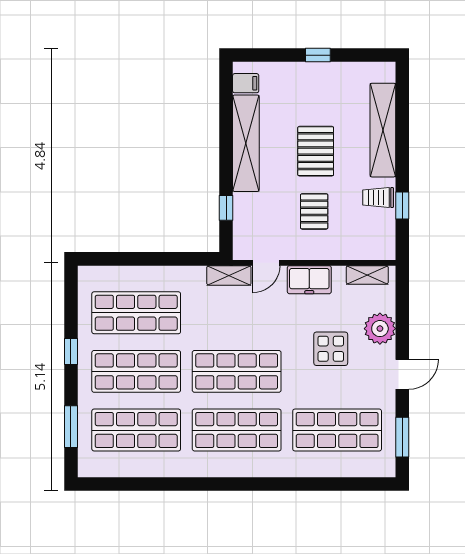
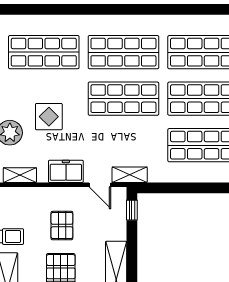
window: (226, 208) -> (132, 210), moved
door: (266, 263) -> (100, 185), swing flipped

